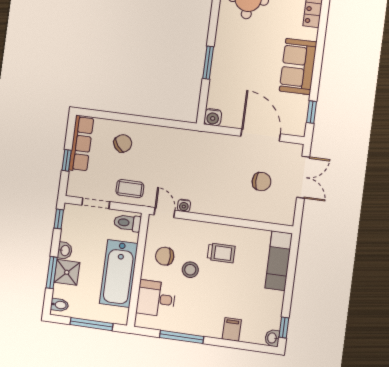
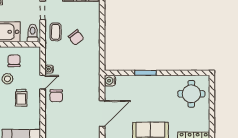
chair: (123, 143) -> (76, 37), moved
chair: (261, 182) -> (56, 96), moved
door: (164, 213) -> (43, 82), moved

